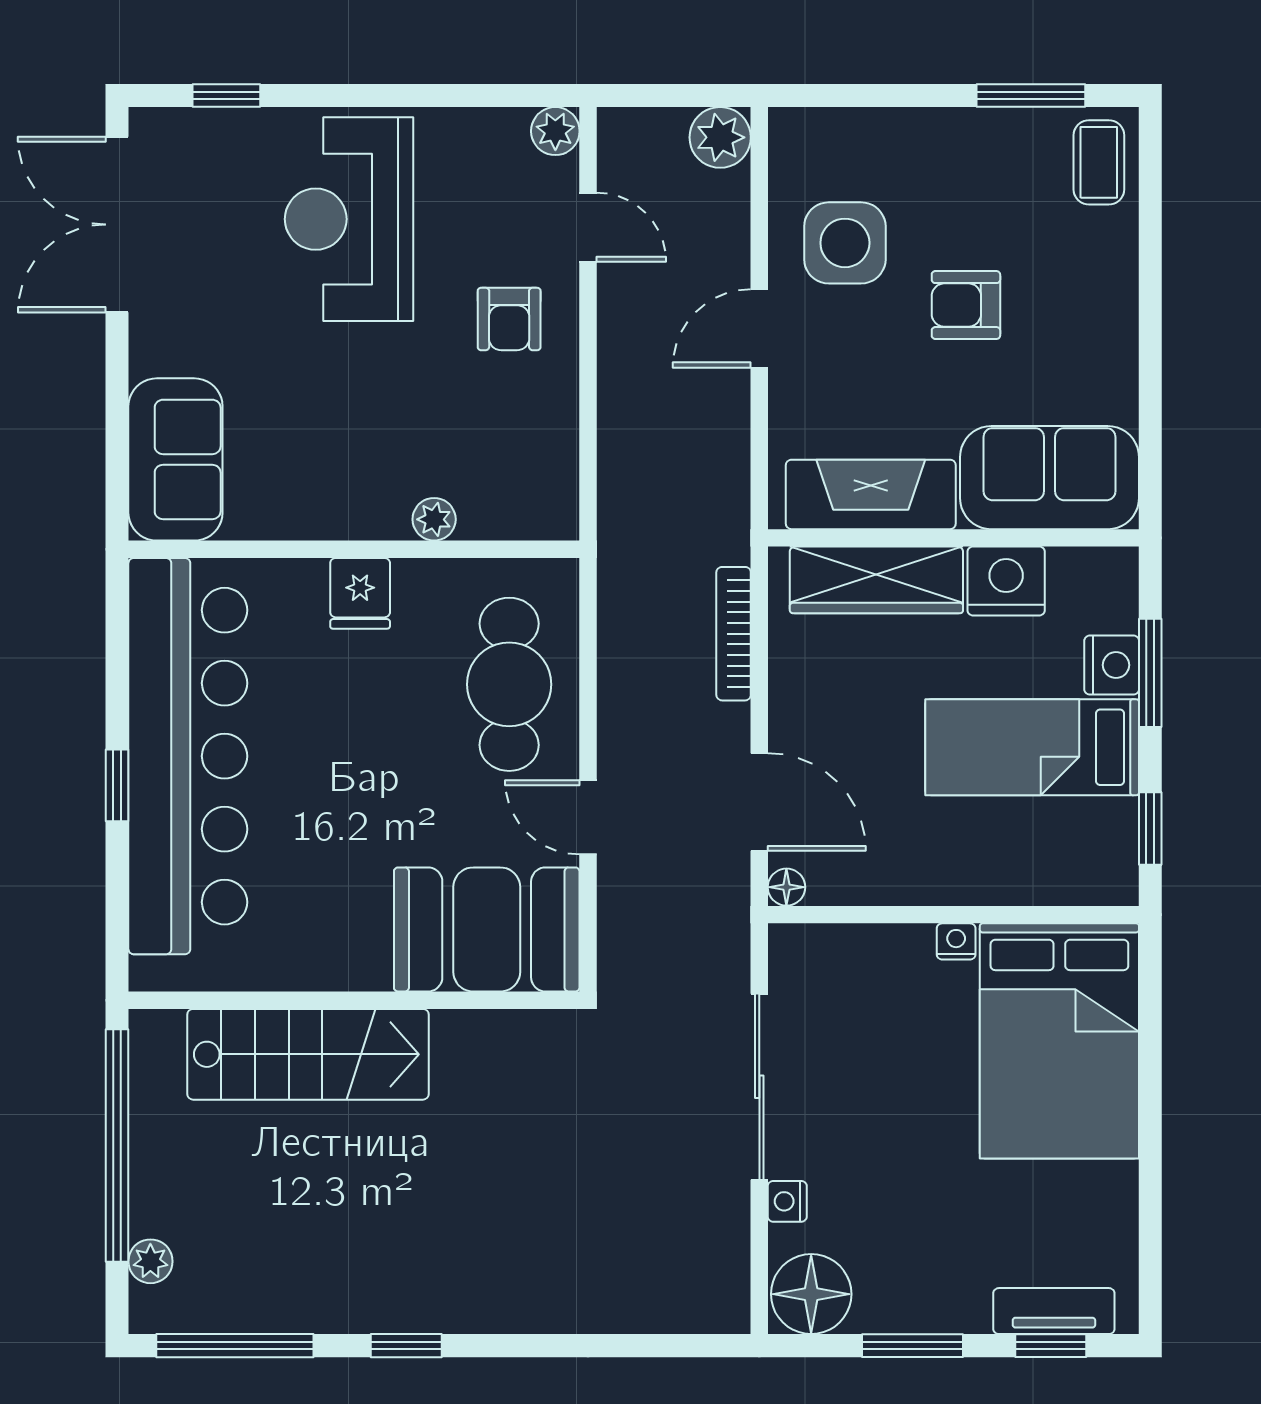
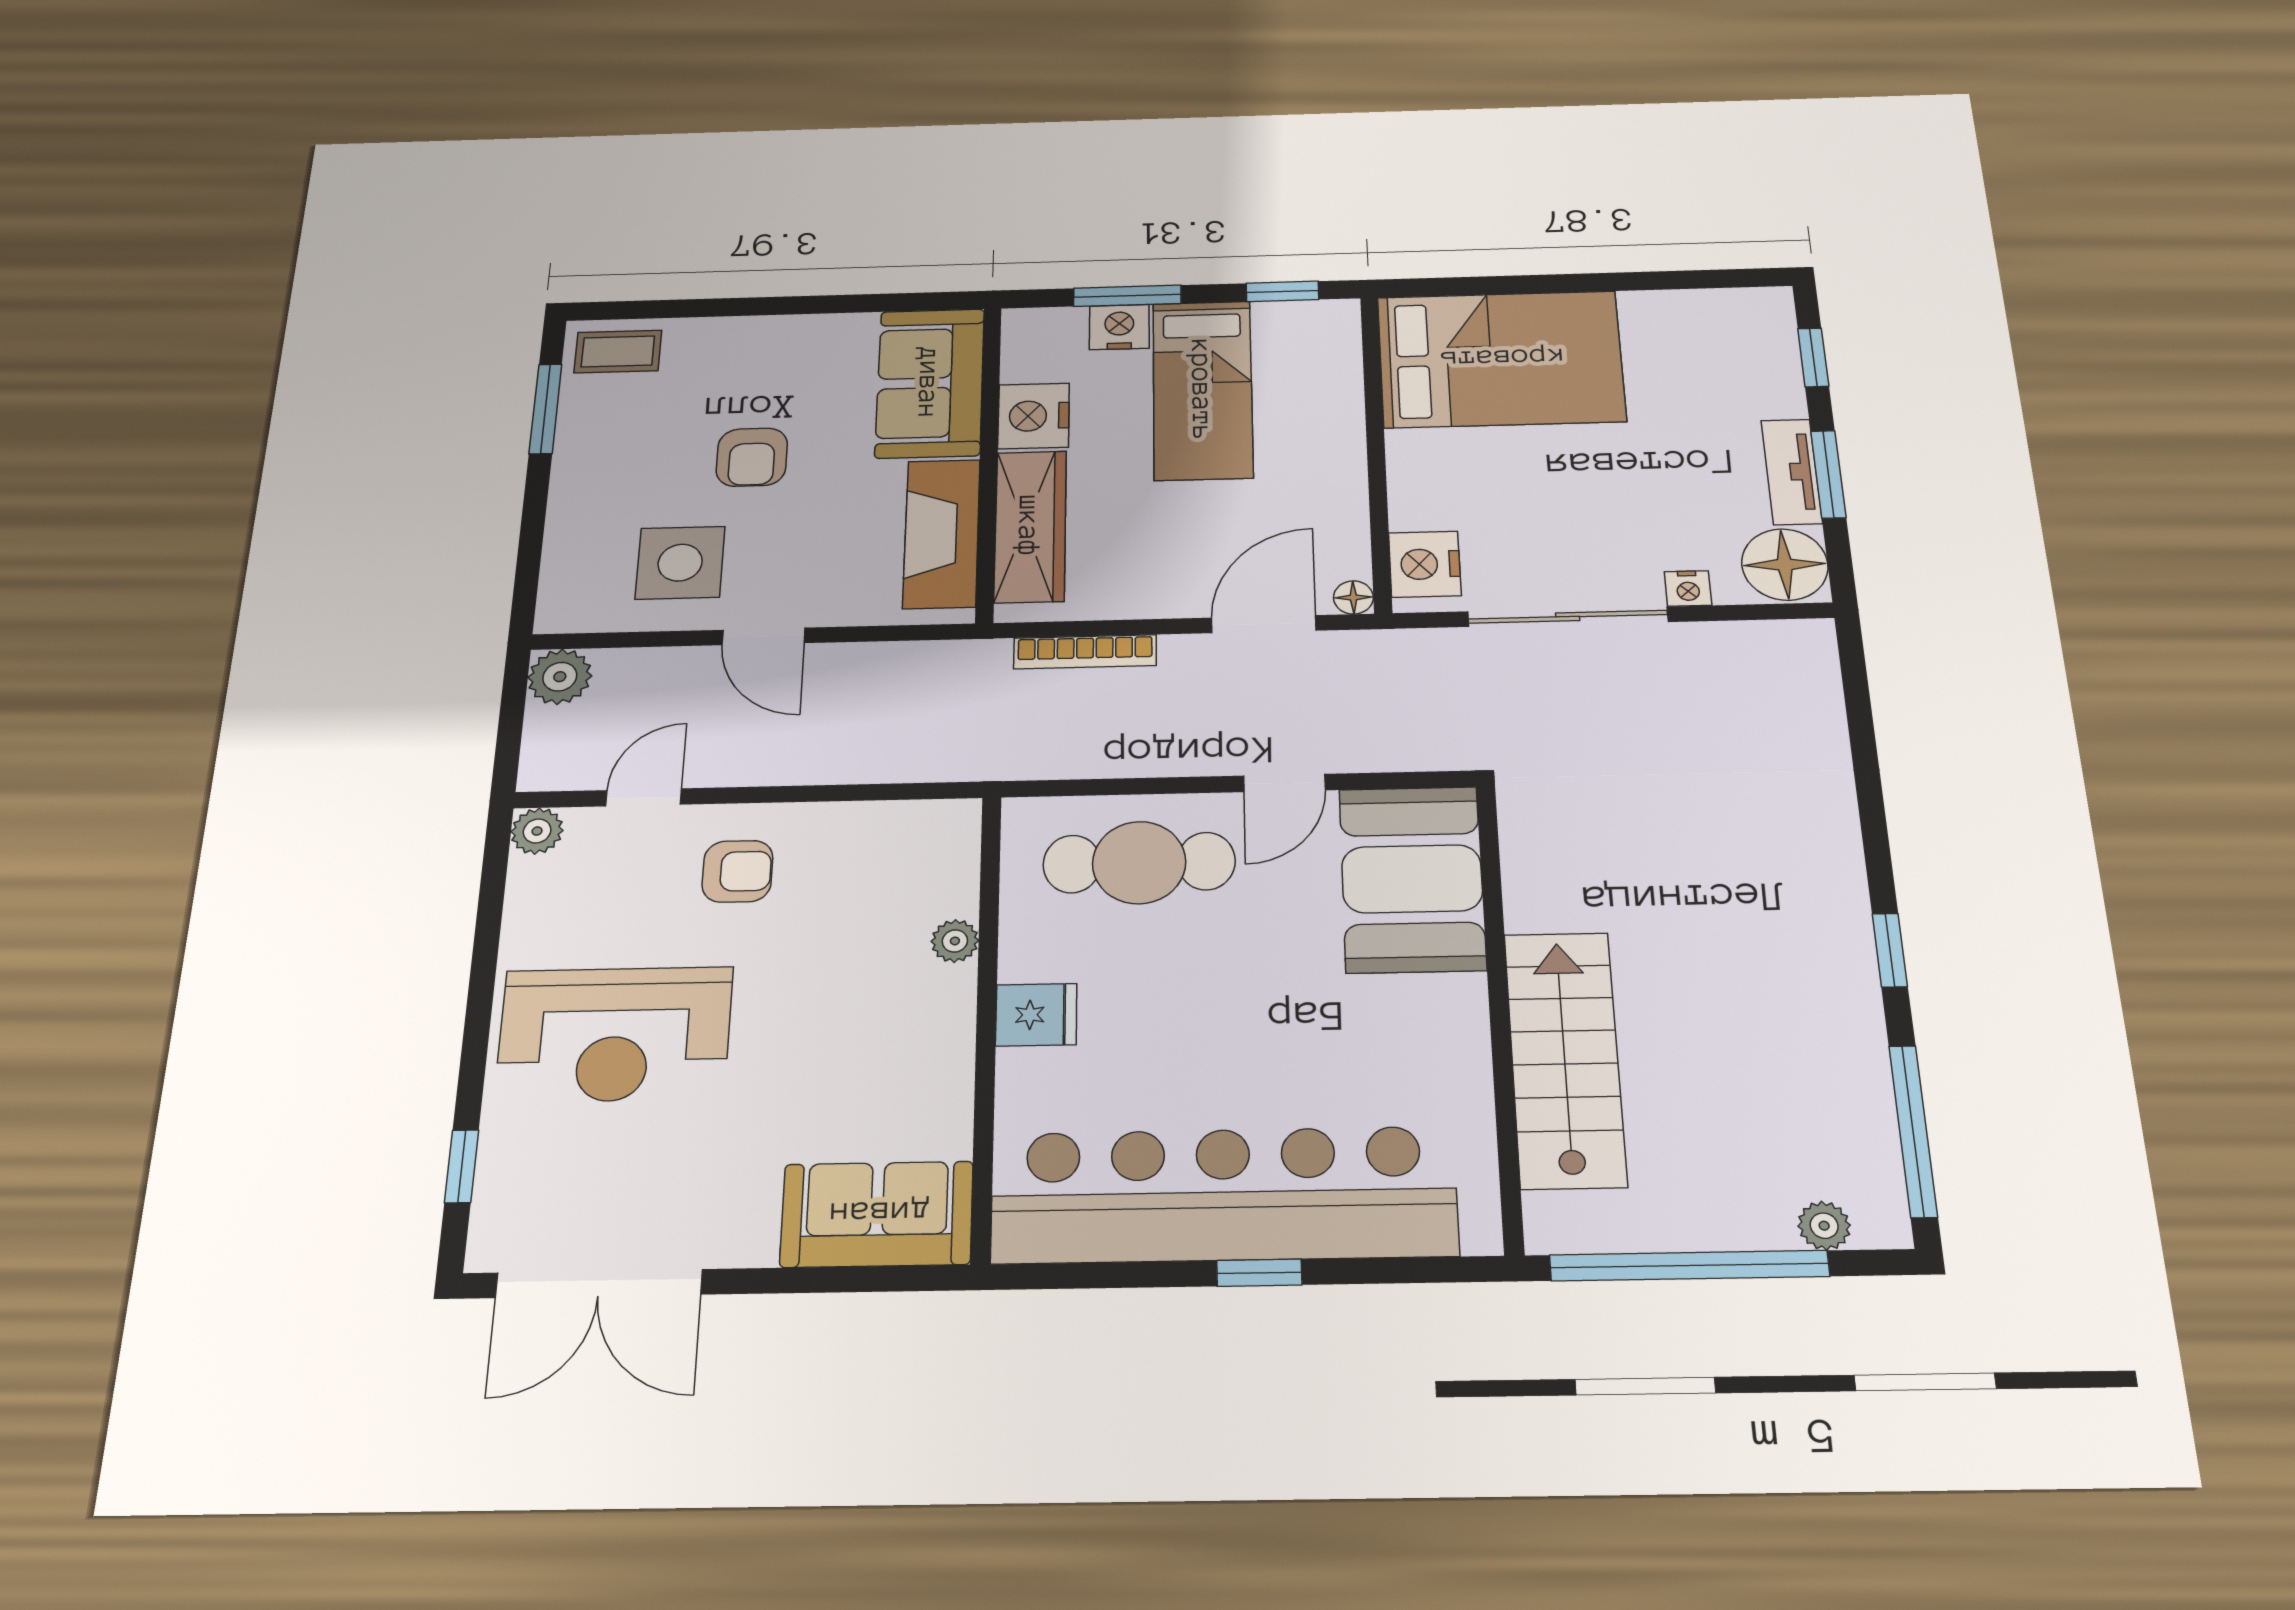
nightstand: (956, 941) -> (1425, 564), moved, width x1.89, depth x1.79
tv unit: (1054, 1311) -> (1792, 472), moved

